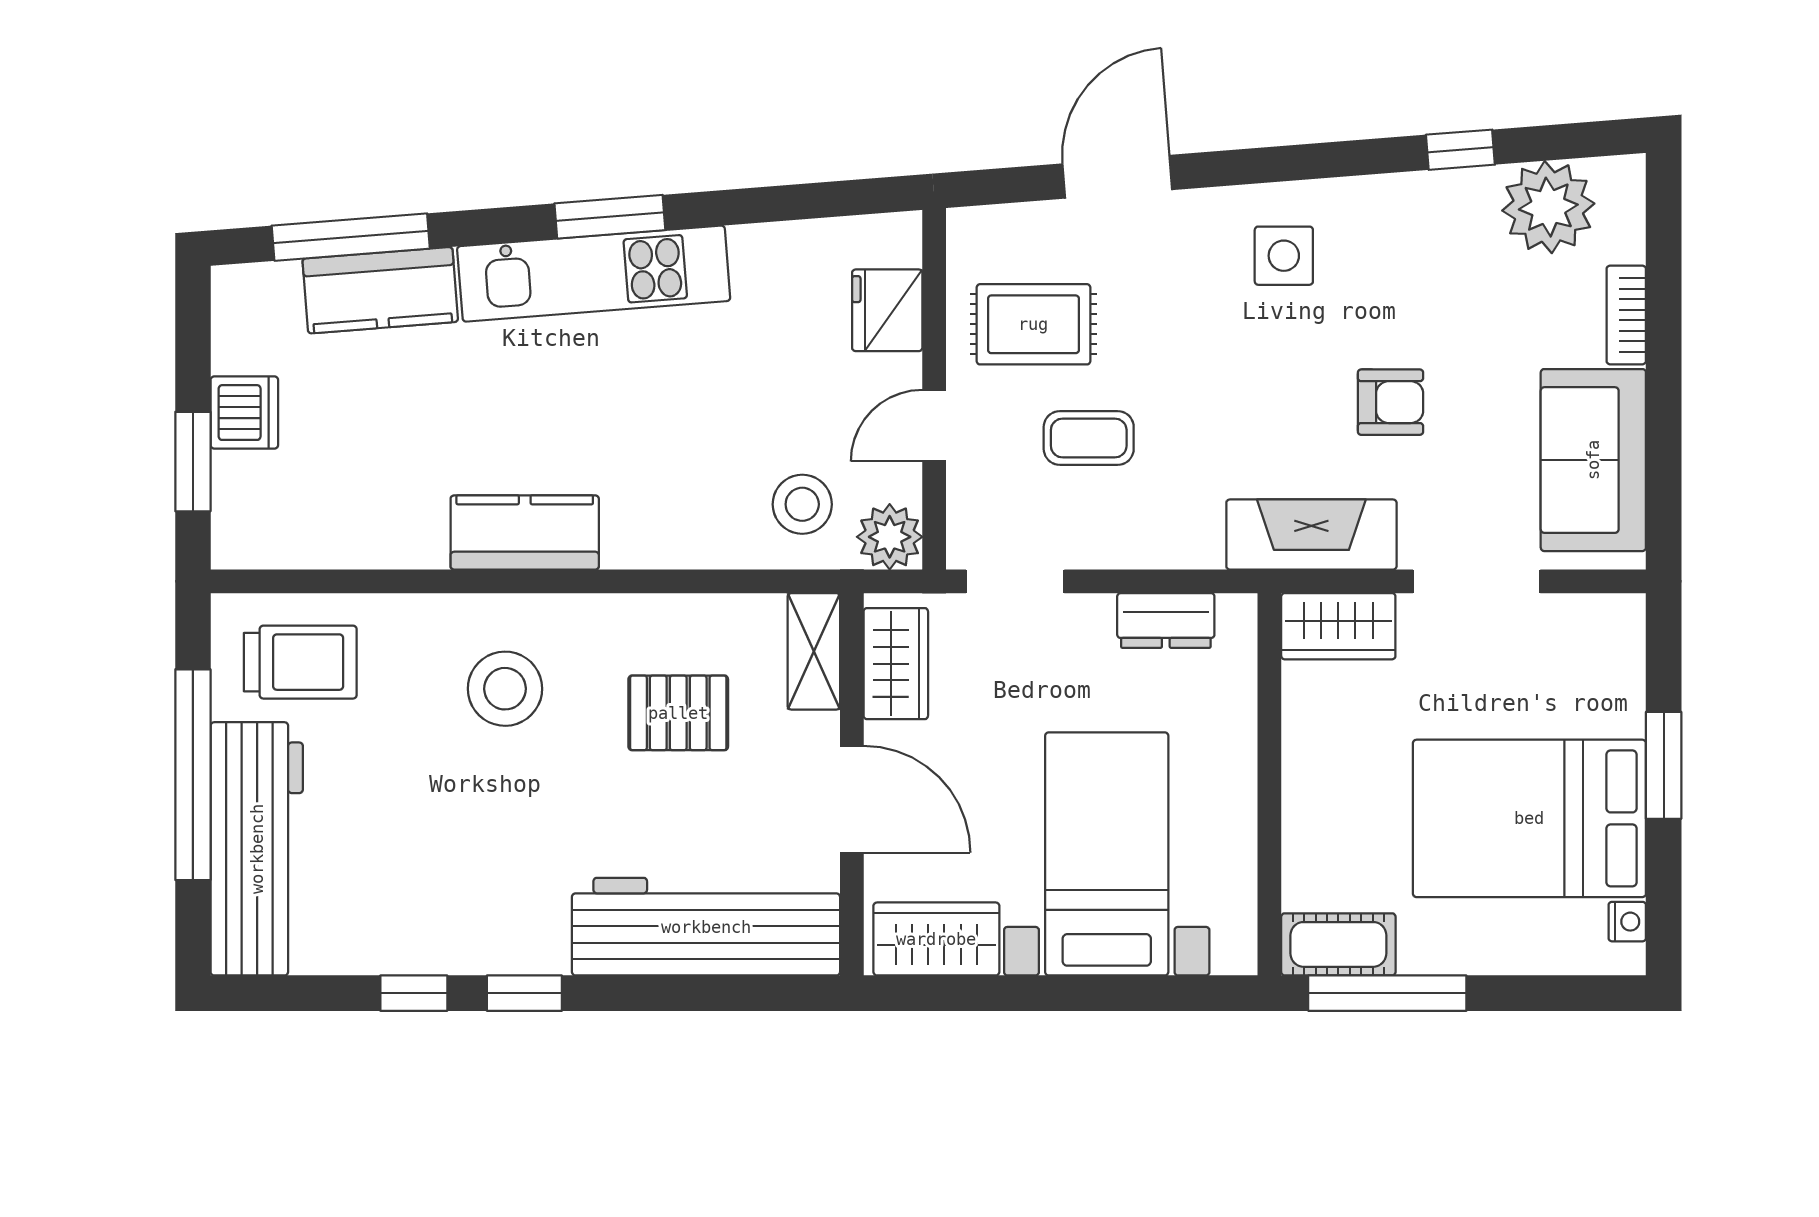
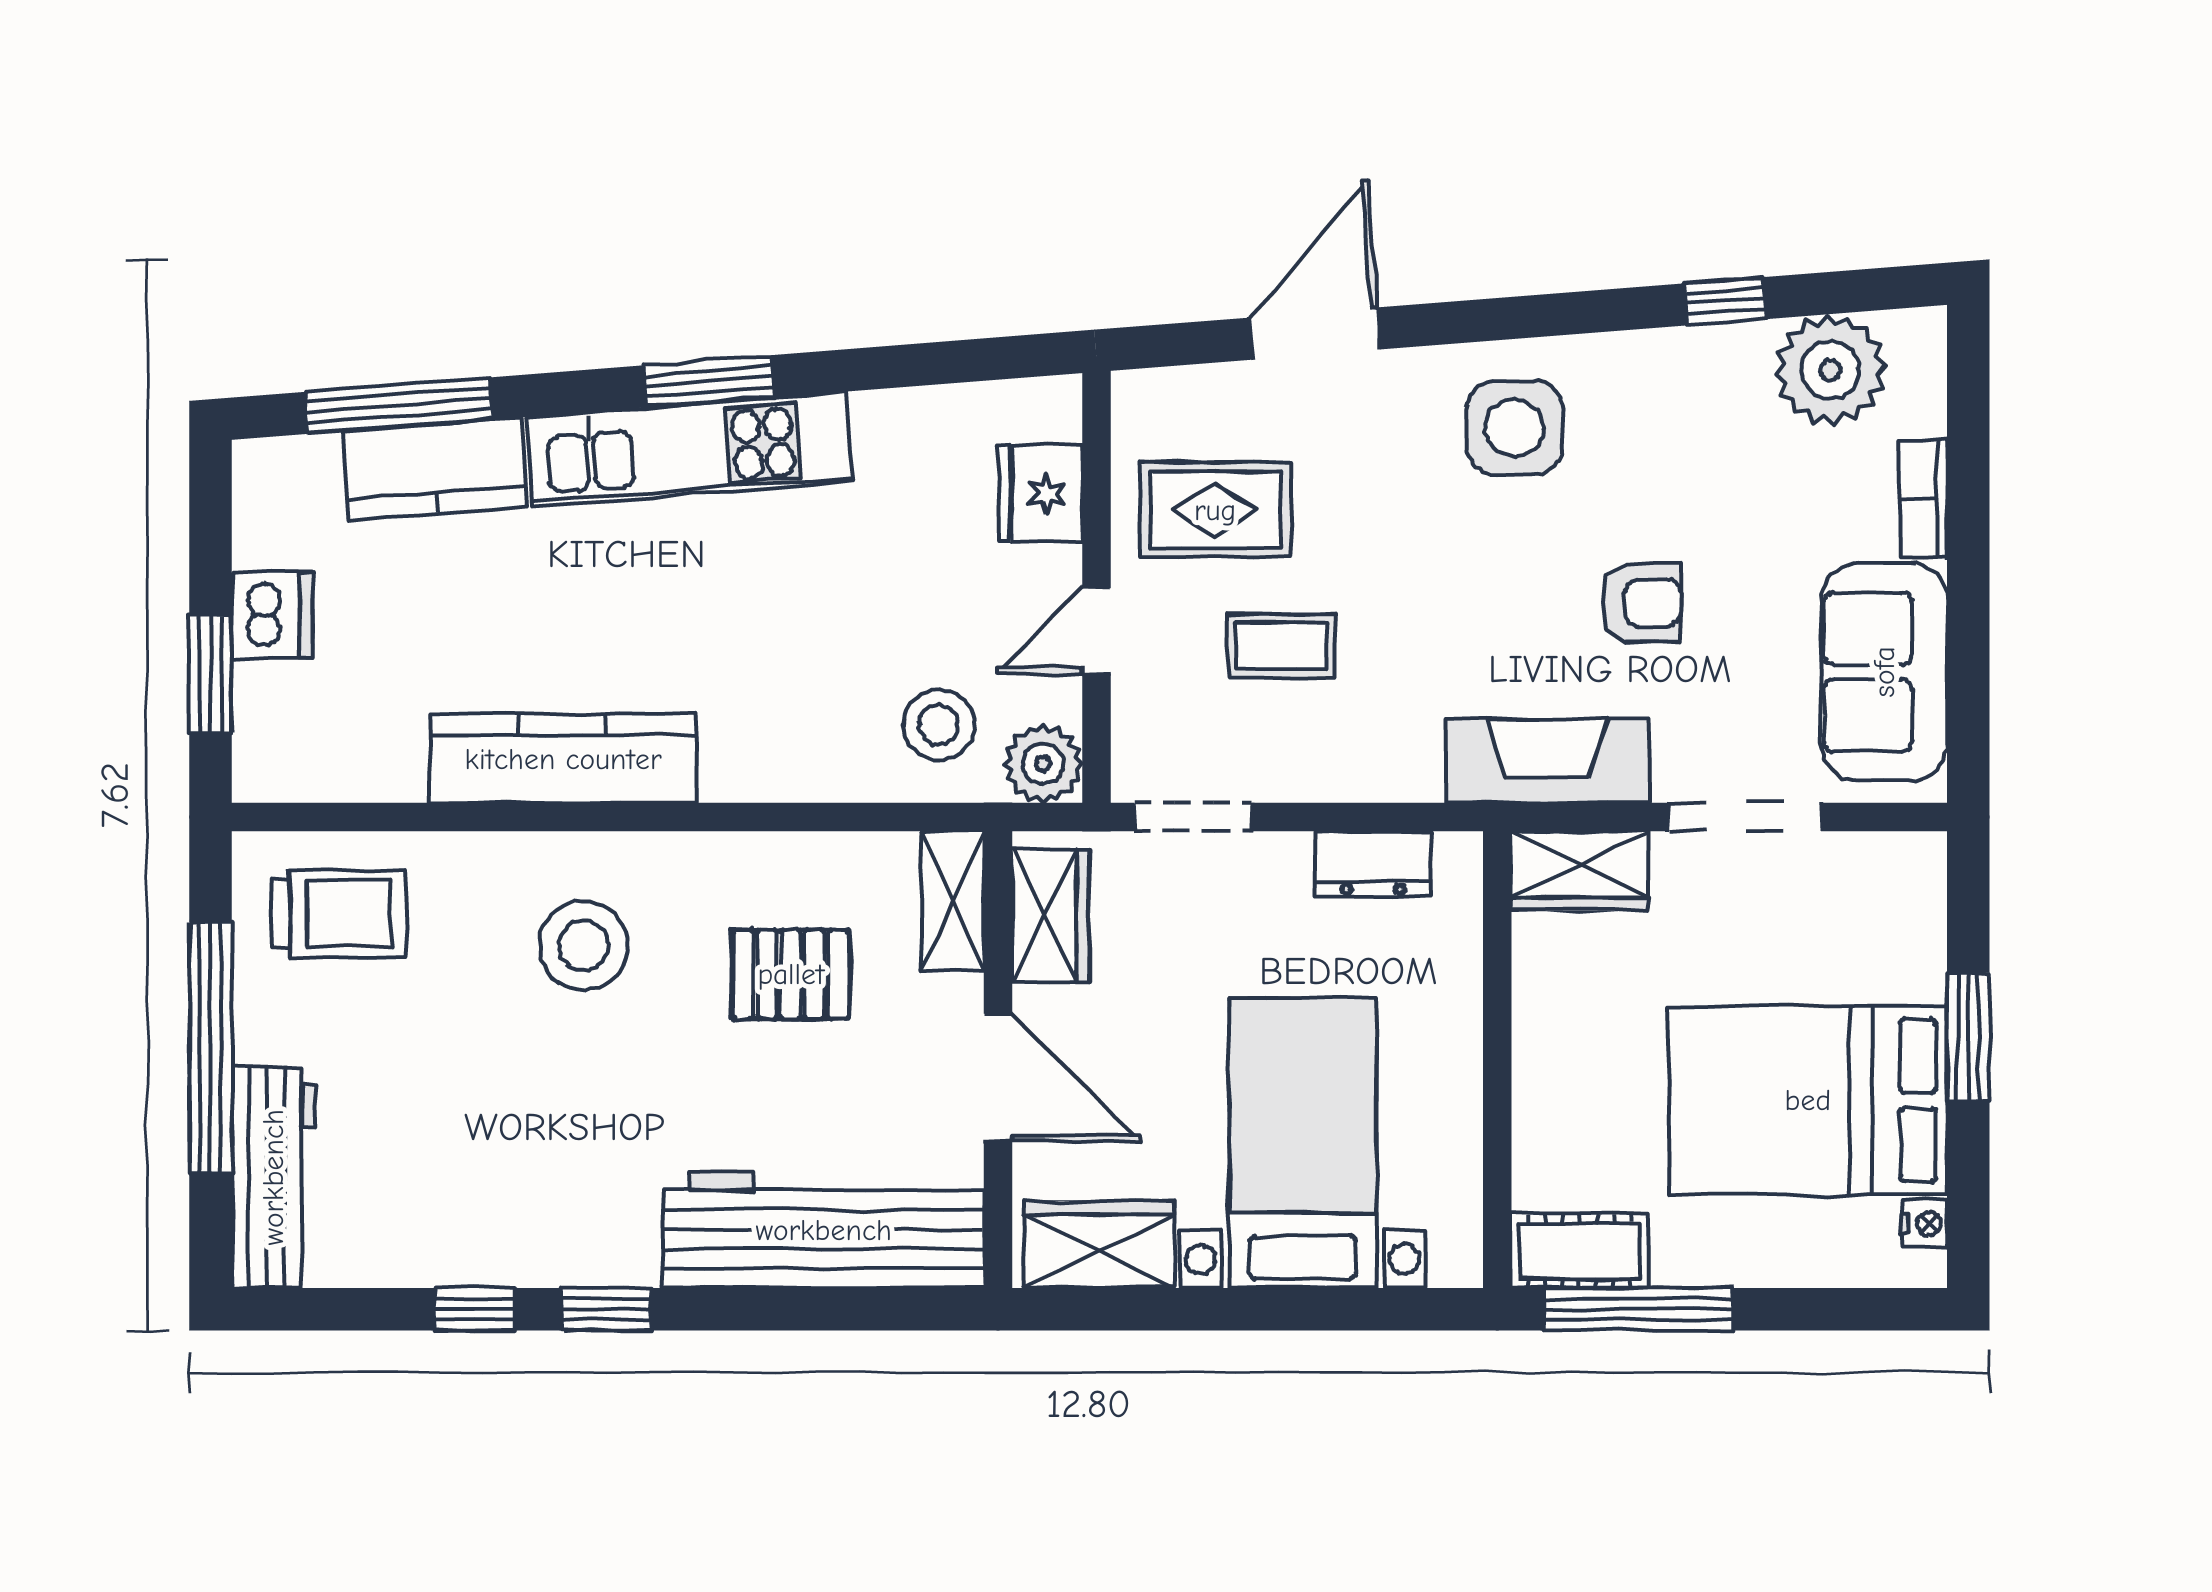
side table: (1284, 256) -> (1514, 428), width x1.37, depth x1.37
kitchen counter: (525, 532) -> (563, 759), width x1.50
workbench: (257, 849) -> (273, 1177), width x0.73, depth x0.76

